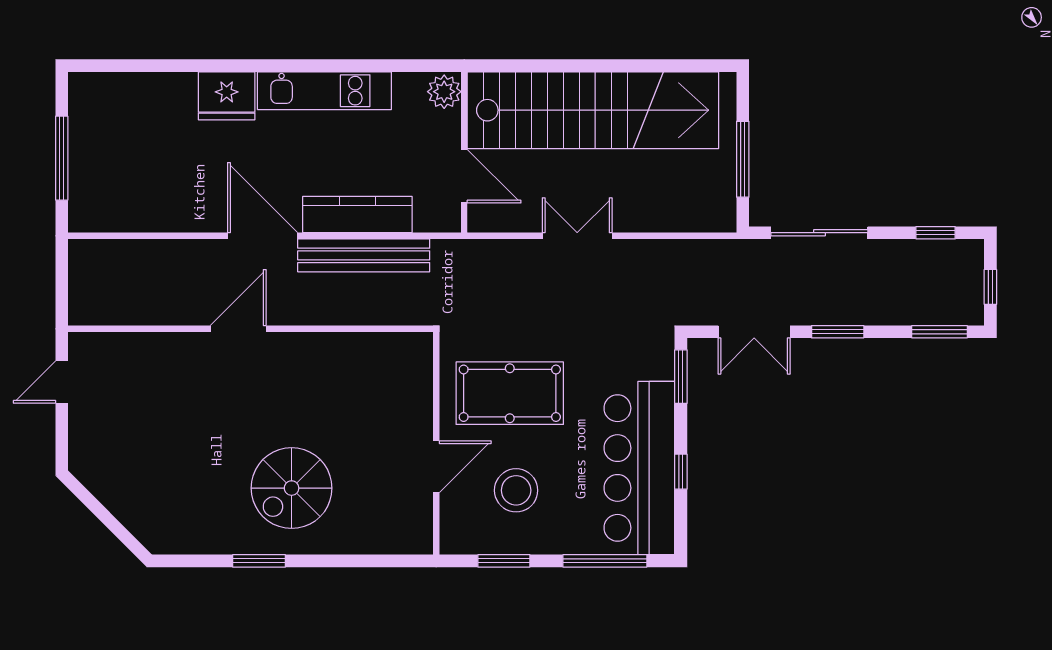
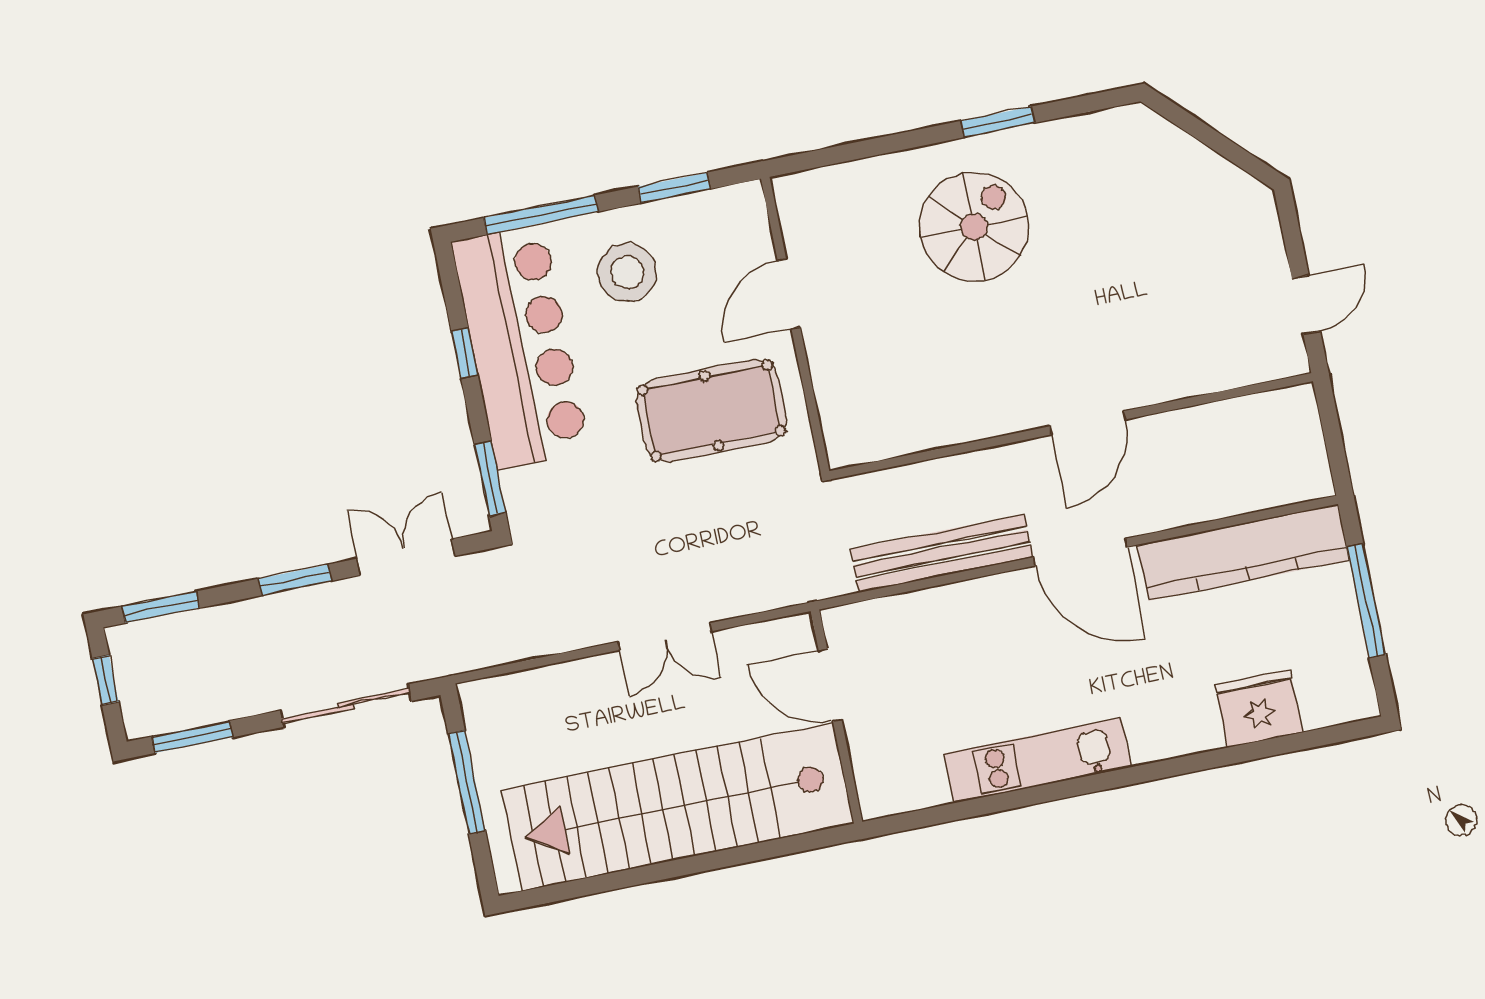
plant: (444, 92) -> (879, 791), removed
fridge: (227, 96) -> (1259, 708), moved
kitchen counter: (357, 214) -> (1243, 552), moved, width x1.39, depth x1.17
window: (936, 233) -> (192, 737), width x1.50
stool: (516, 490) -> (627, 272), moved

